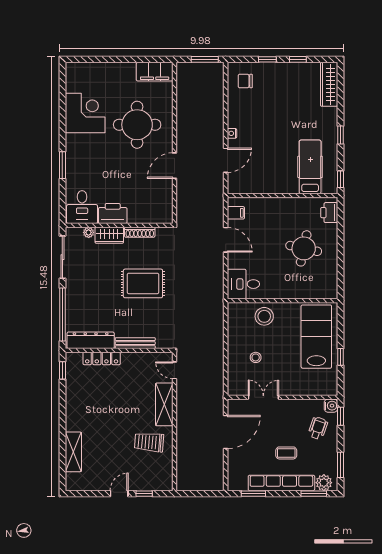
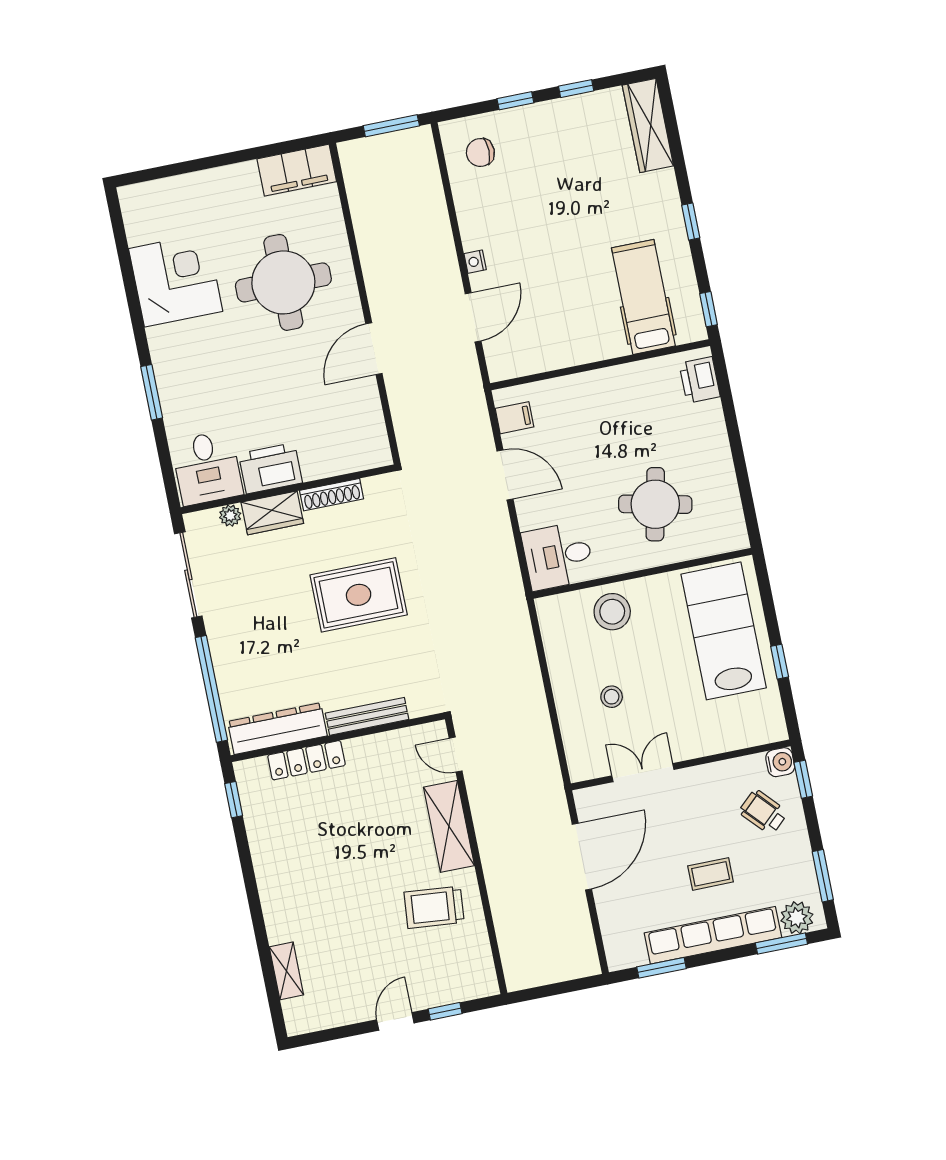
round table: (304, 248) -> (655, 504), moved
wheelchair: (318, 428) -> (763, 812), turned -62
shelving: (73, 452) -> (286, 971), width x0.67, depth x0.75

